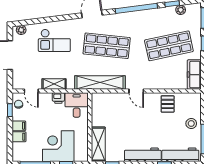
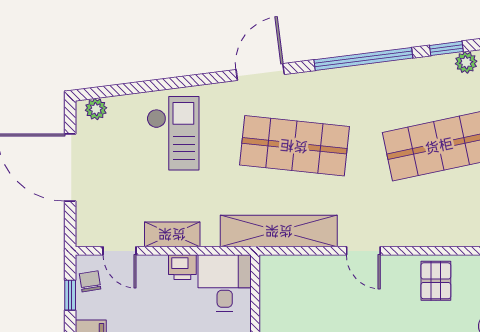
checkout: (54, 40) -> (173, 133), turned -90

